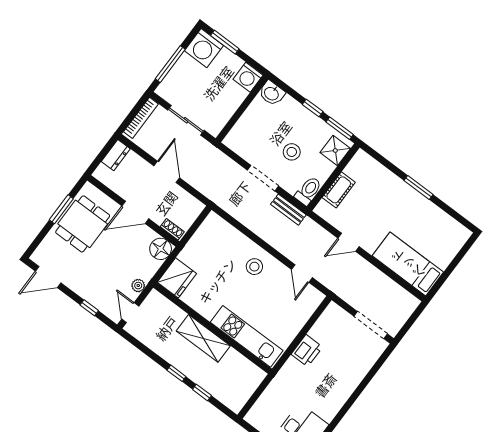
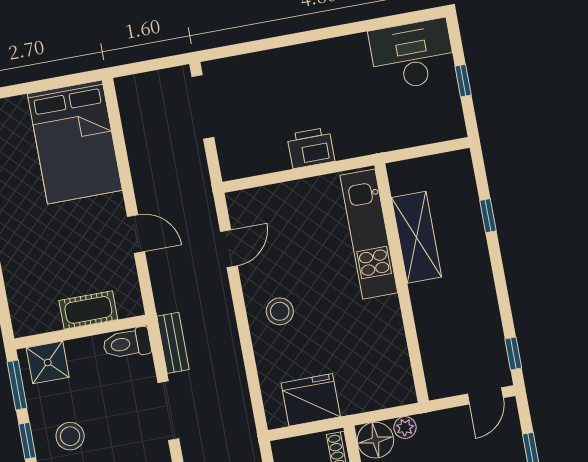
stool: (292, 152) -> (70, 436), moved
bed: (408, 264) -> (75, 142), width x1.50
fridge: (177, 278) -> (311, 400), moved
plant: (138, 286) -> (405, 428), moved
shelving: (203, 338) -> (417, 237), moved
window: (176, 373) -> (513, 354), moved

